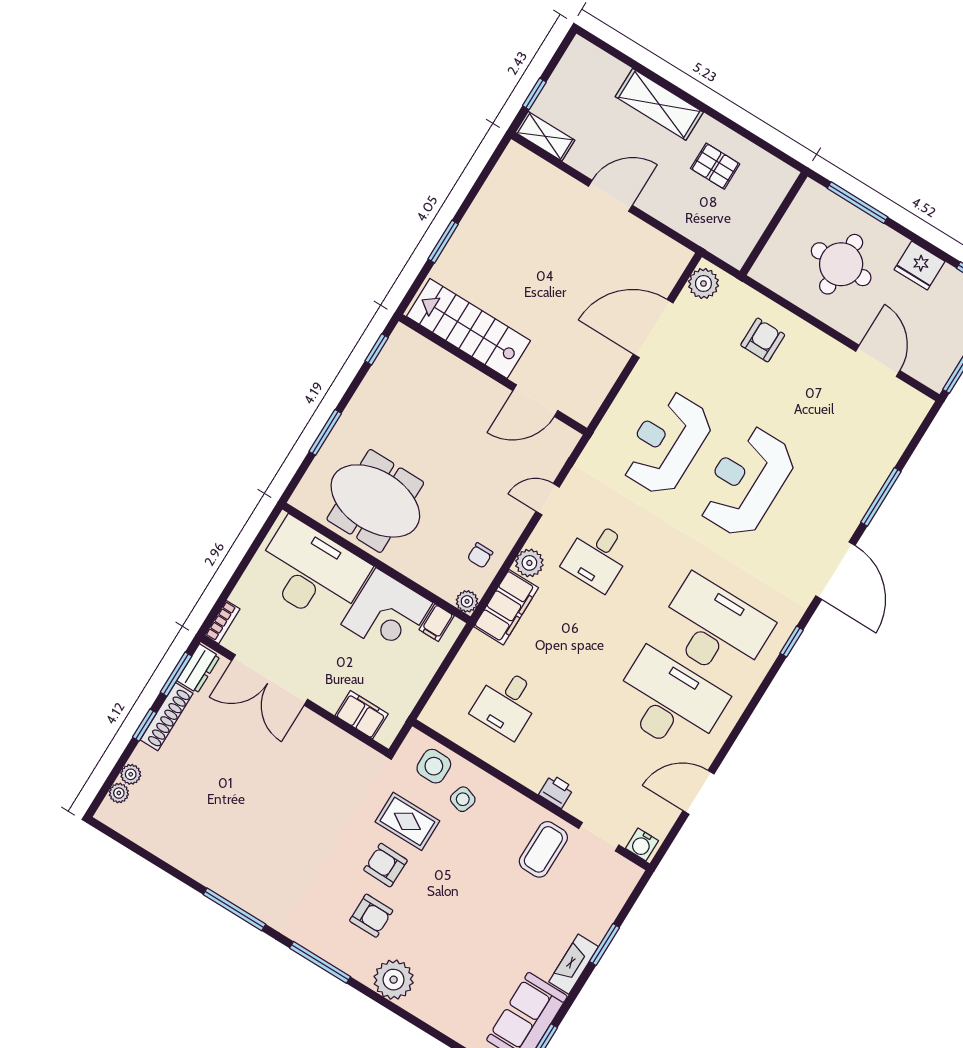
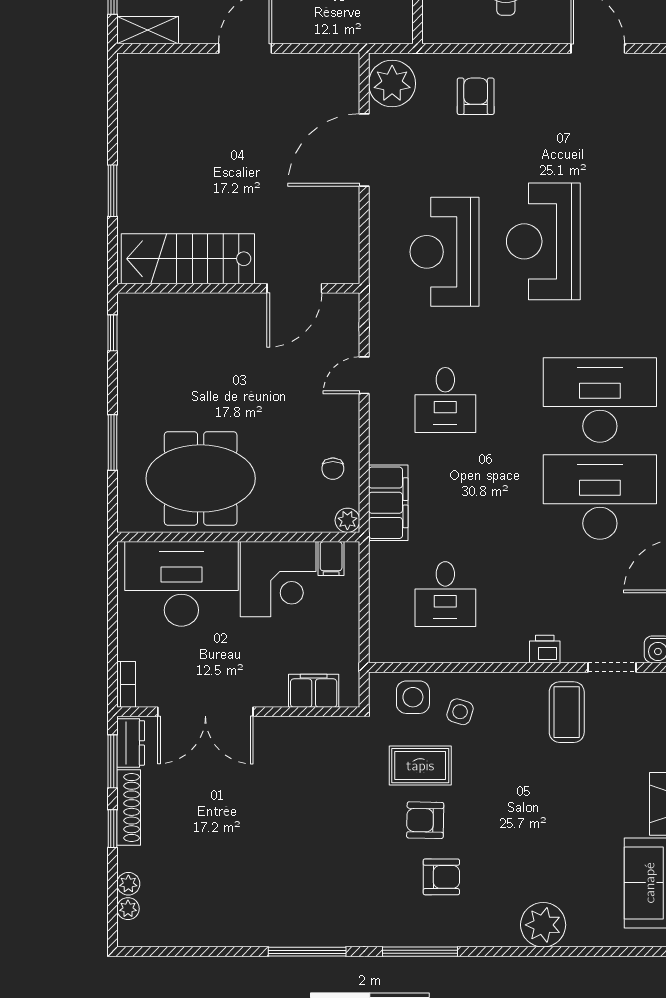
plant: (703, 284) -> (392, 84), width x1.36, depth x1.36
plant: (529, 563) -> (384, 447), removed
plant: (394, 980) -> (543, 925), moved

